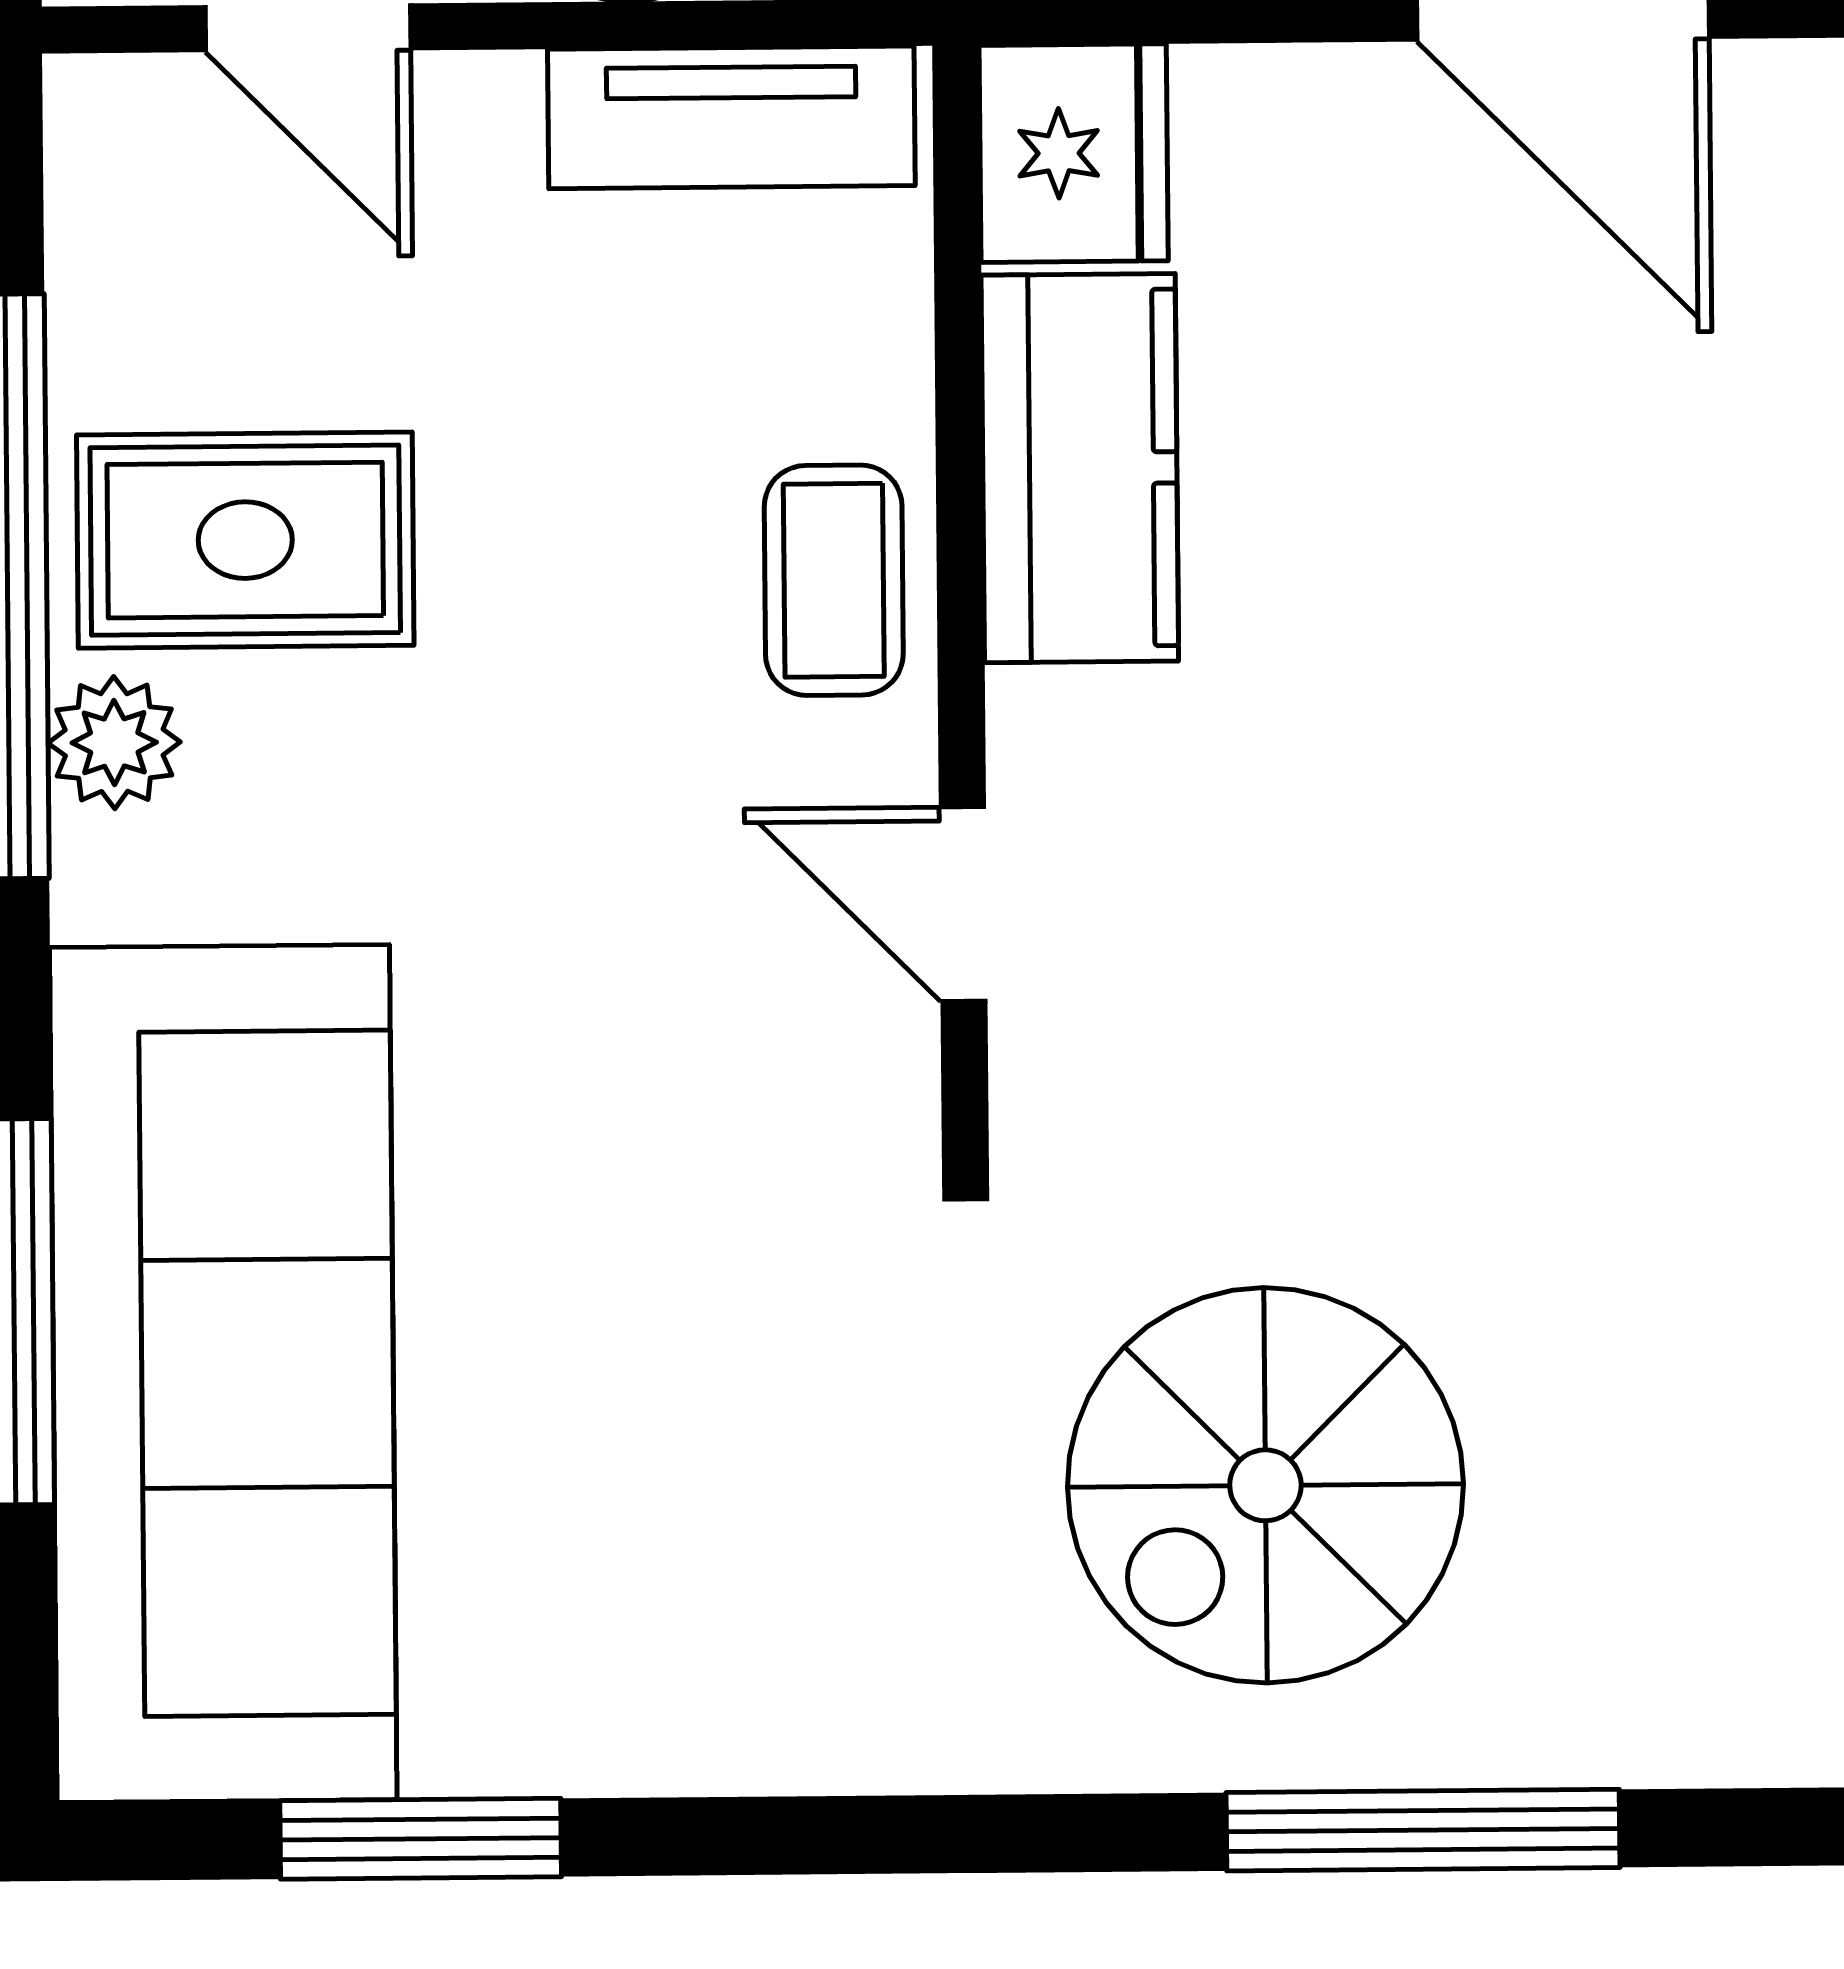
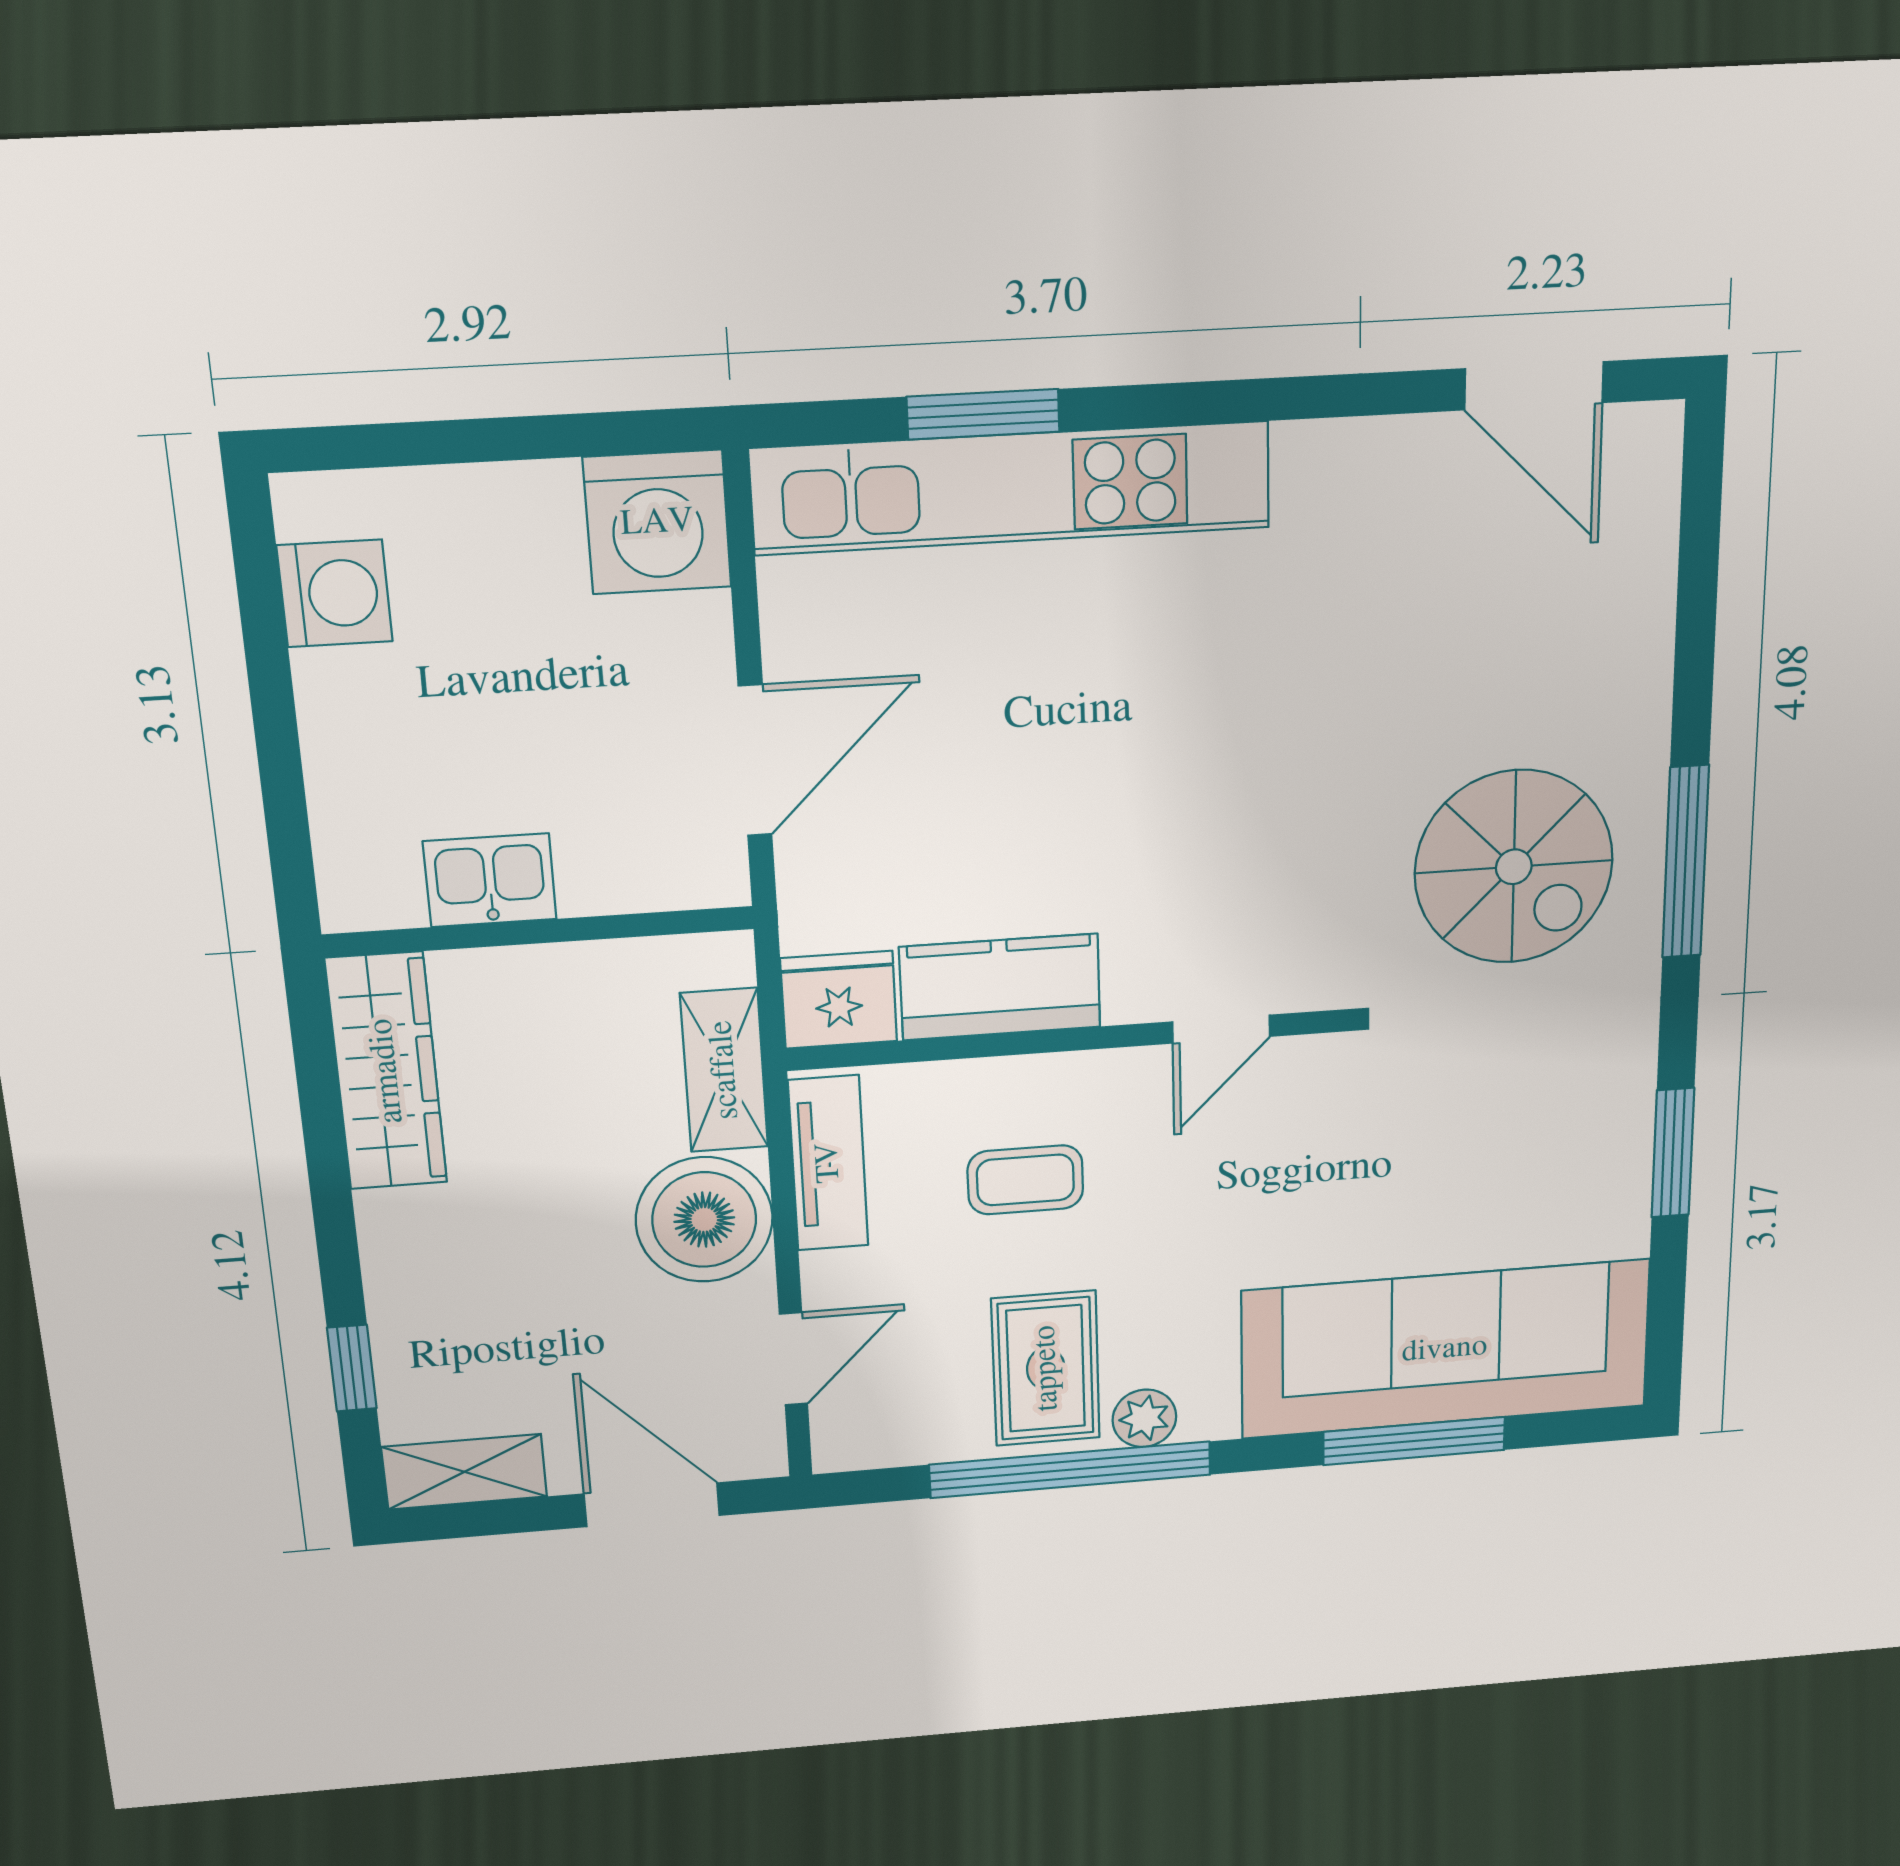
coffee table: (834, 580) -> (1025, 1180), moved
window: (1423, 1830) -> (1685, 862), moved
window: (421, 1839) -> (1673, 1153), moved

